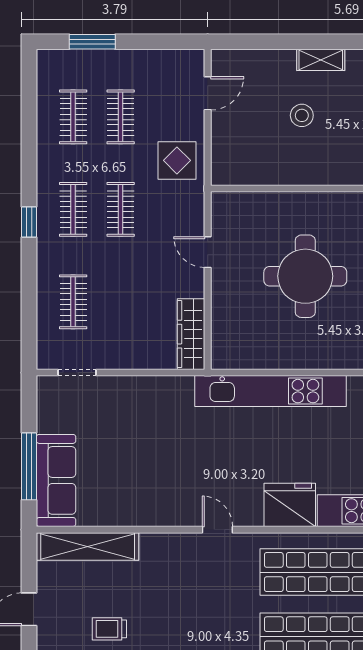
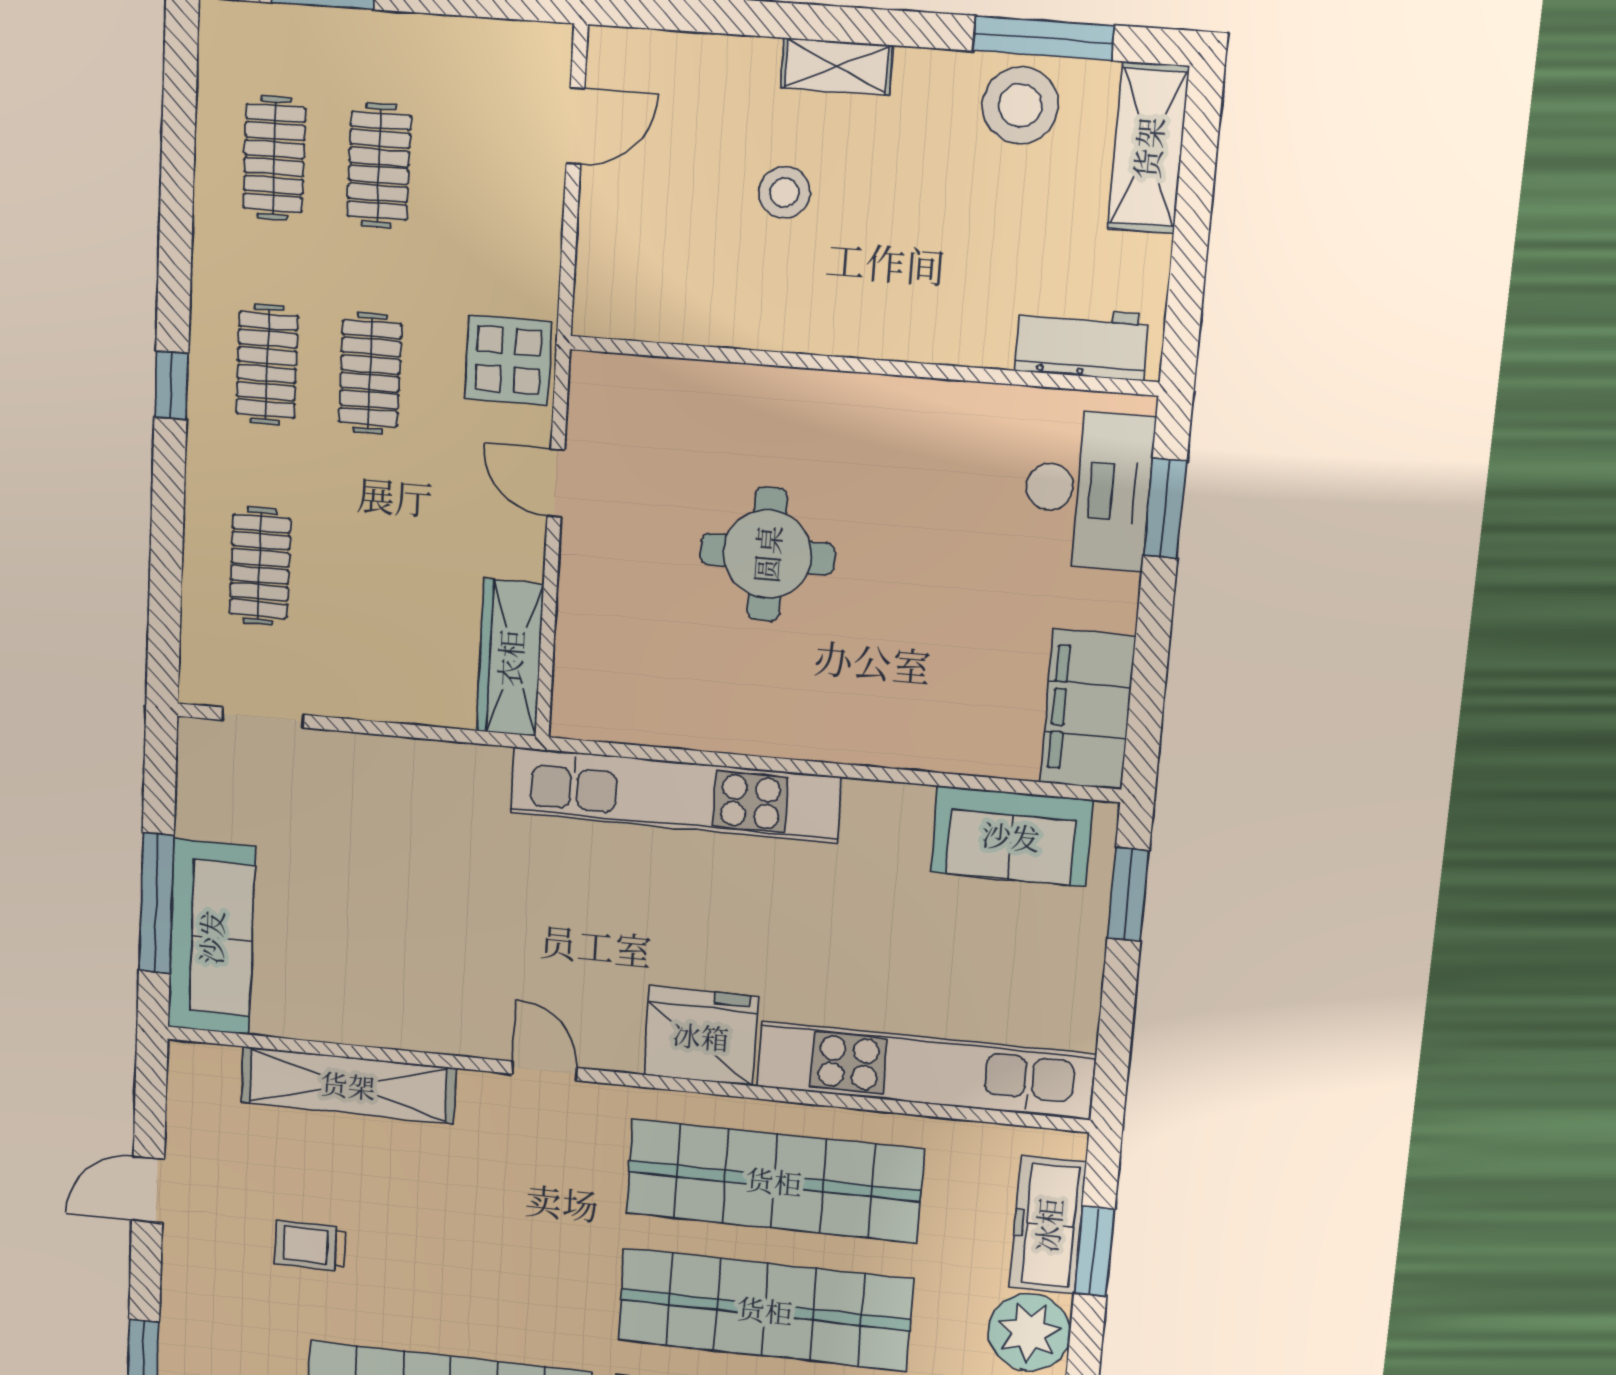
display table: (177, 160) -> (508, 360), moved
round table: (305, 276) -> (767, 554), width x0.73, depth x0.73
shelving: (88, 546) -> (348, 1085), moved

